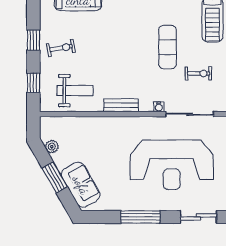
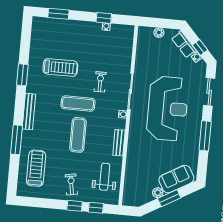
window: (33, 40) -> (75, 206), moved
exercise mat: (126, 51) -> (78, 135), added
plant: (52, 147) -> (158, 193), moved

